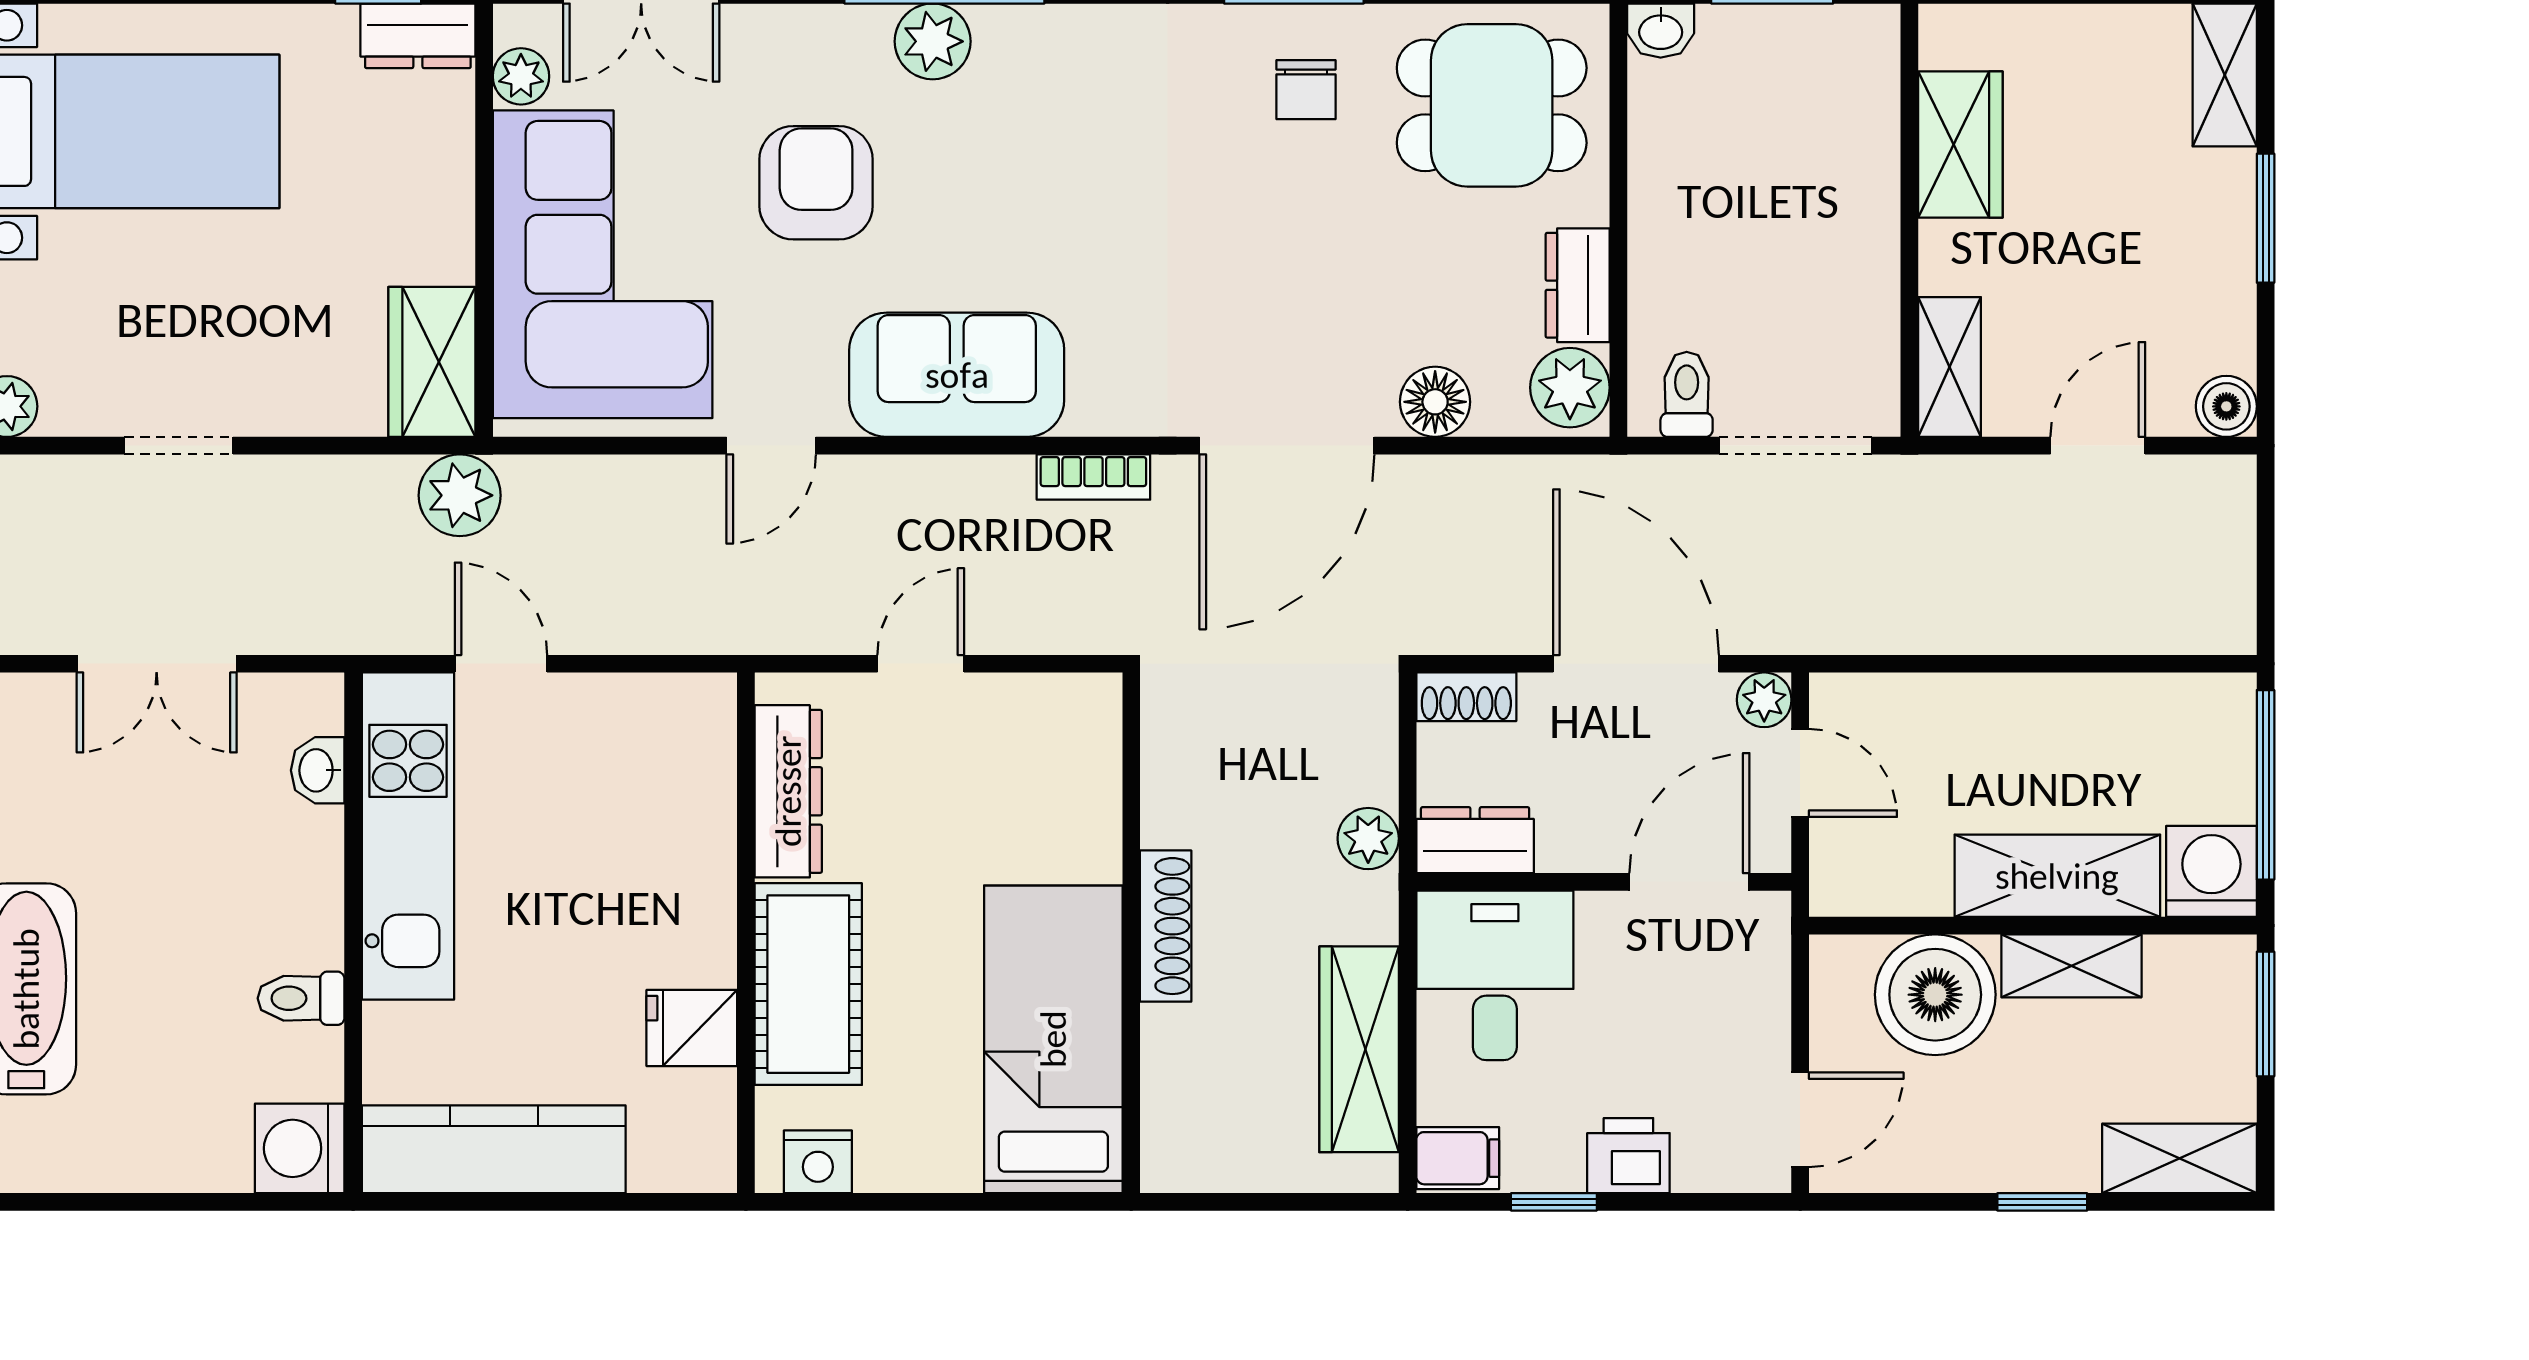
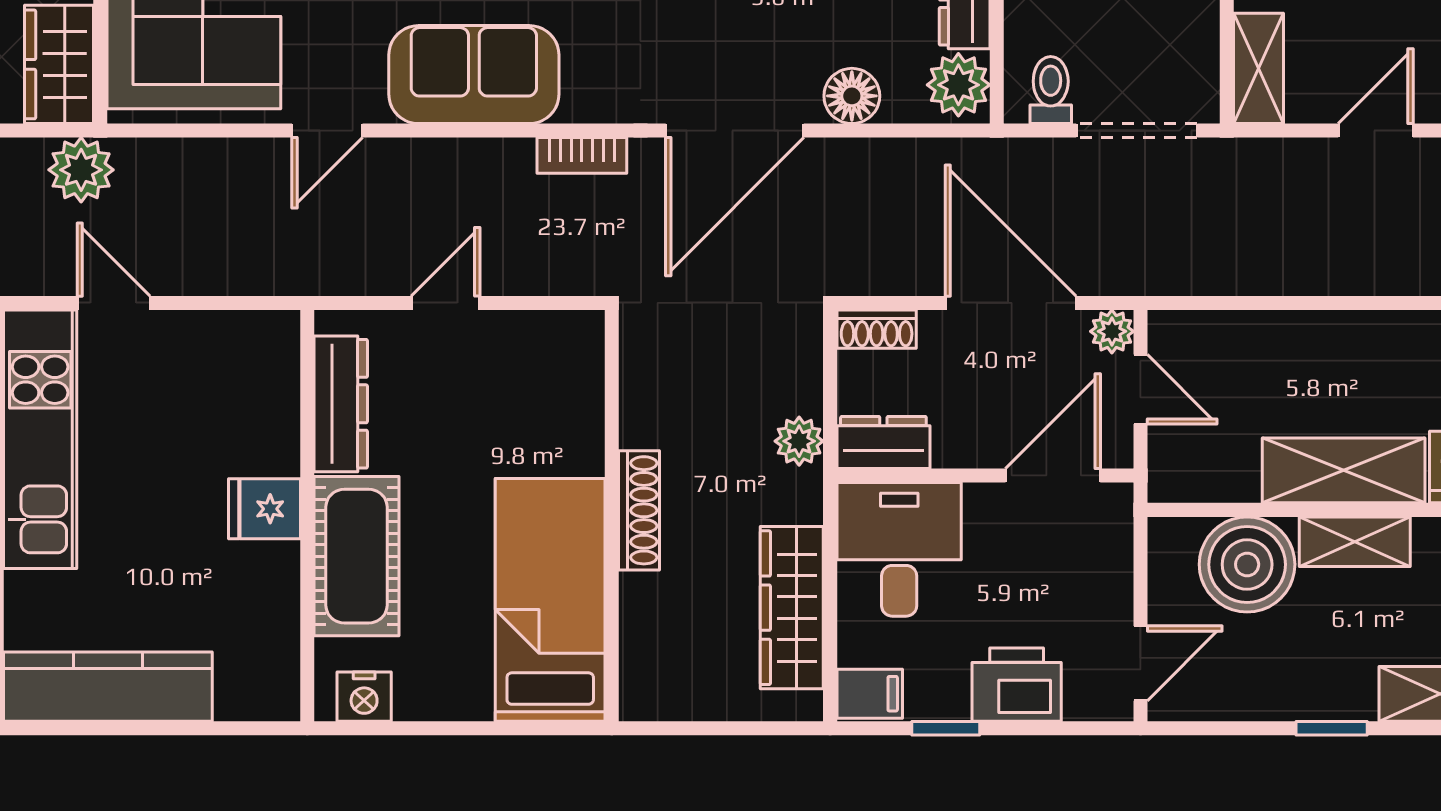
fridge: (692, 1028) -> (264, 509), moved
printer: (1628, 1156) -> (1017, 685), width x1.36, depth x1.24

